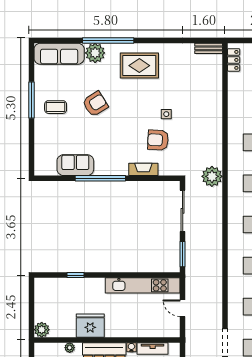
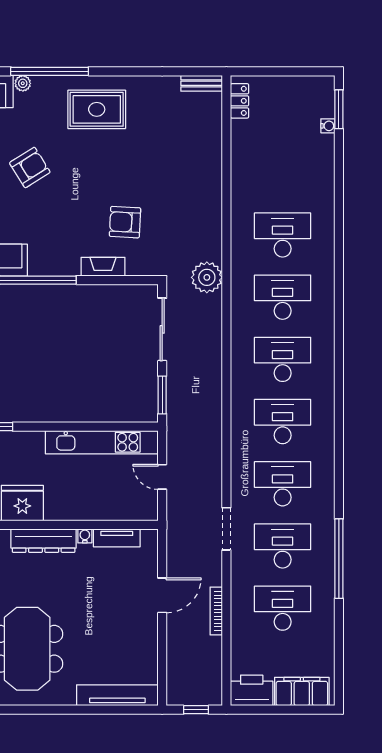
plant: (95, 53) -> (23, 83), width x0.53, depth x0.53
side table: (166, 114) -> (138, 183), removed

